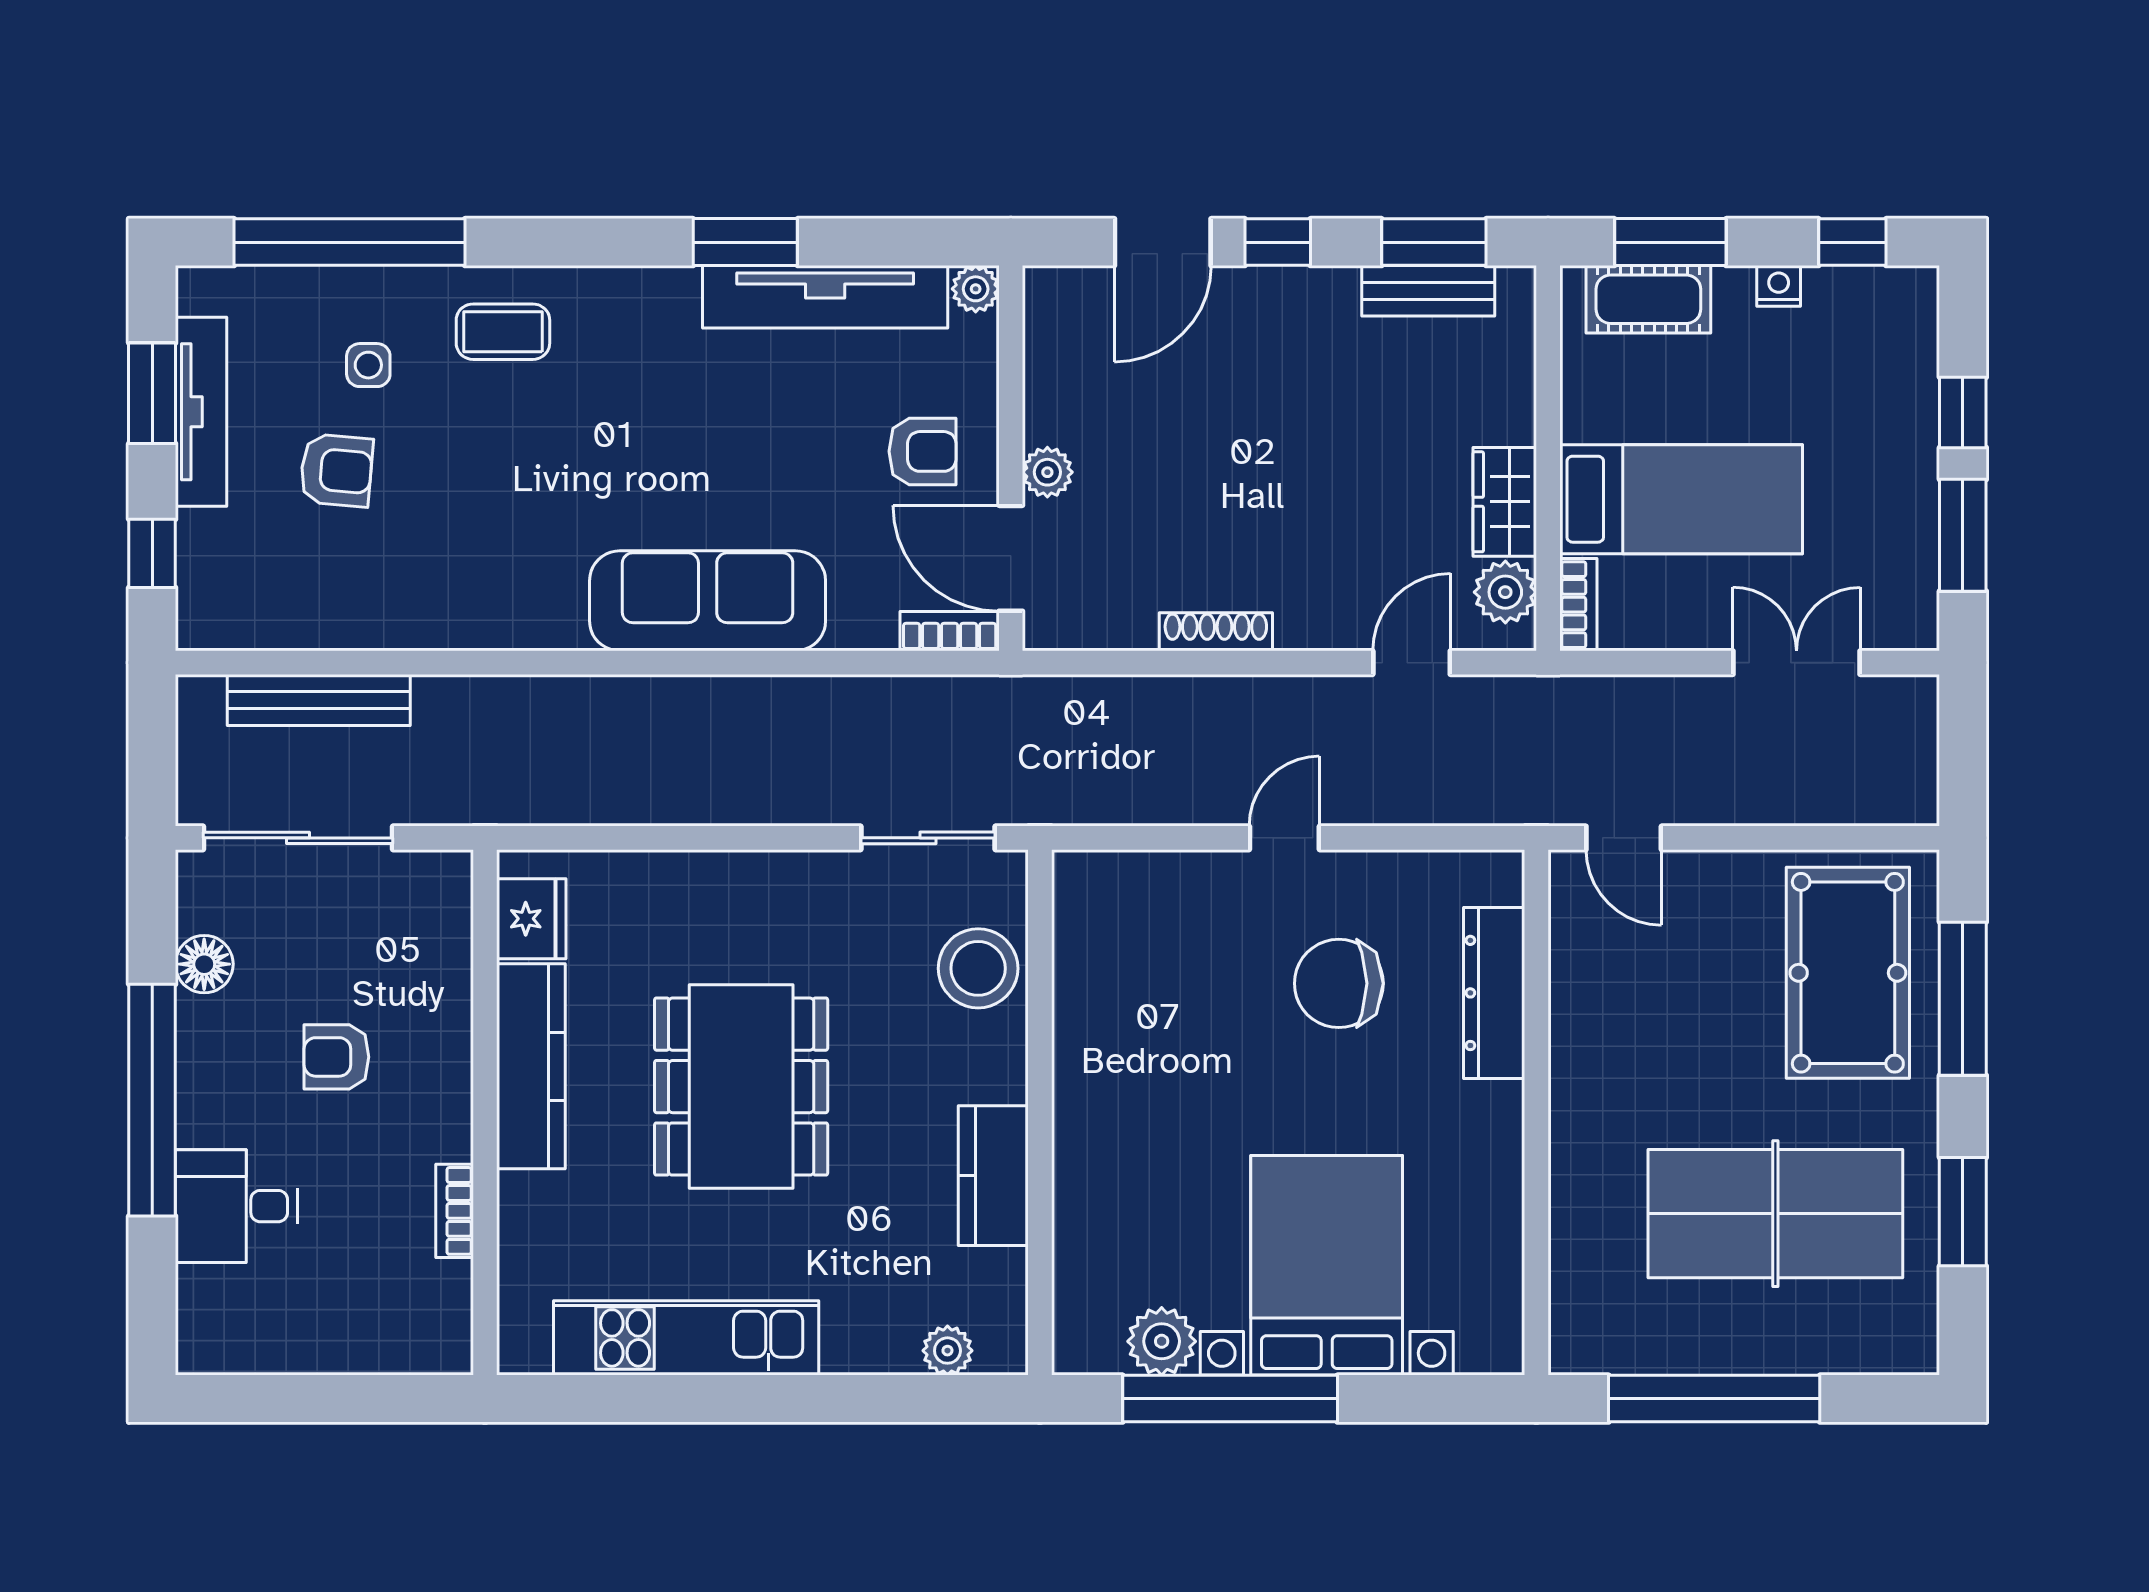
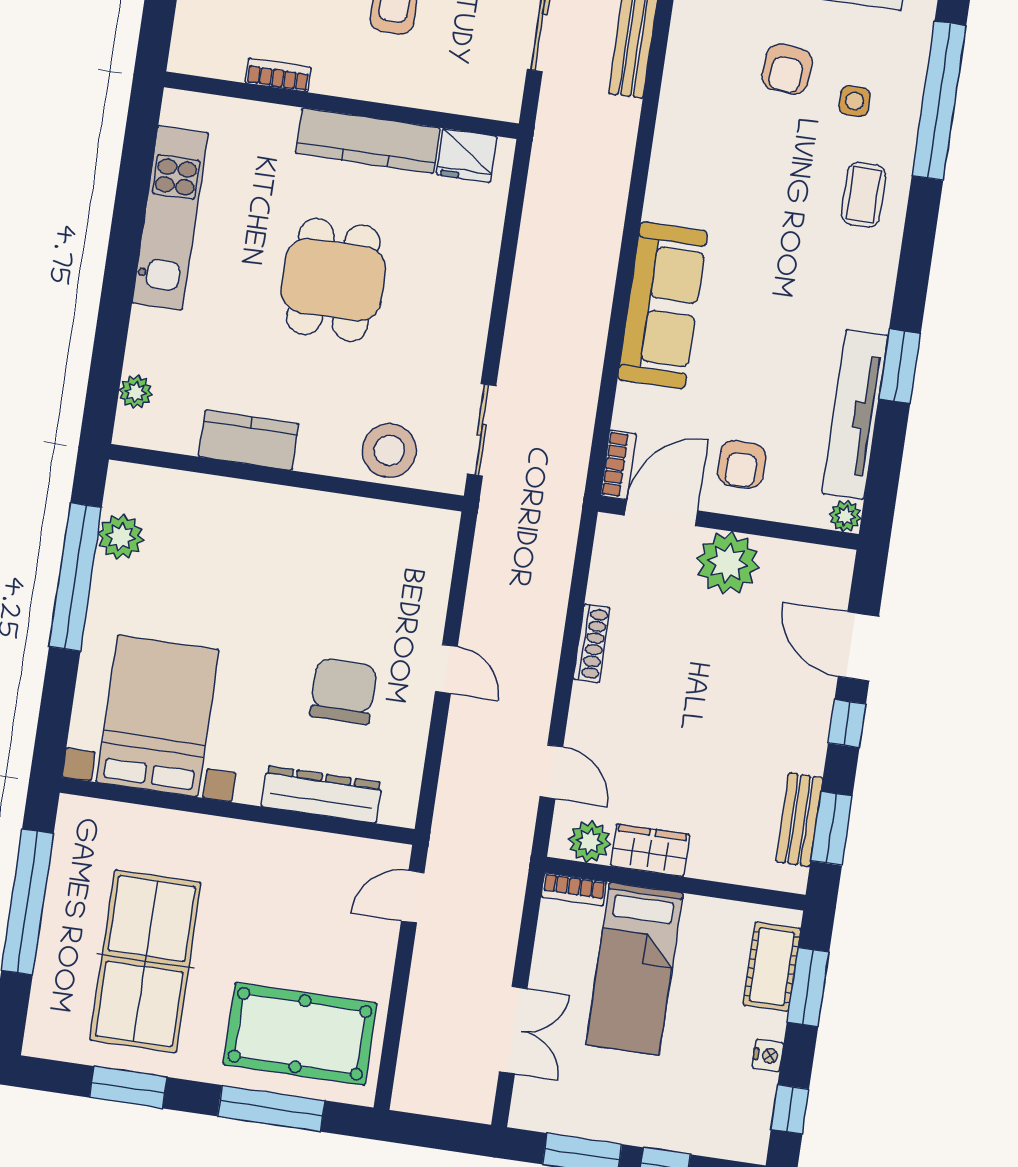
plant: (1047, 472) -> (728, 563), width x1.87, depth x1.87
dining table: (741, 1087) -> (333, 280), width x0.73
bed with nightstands: (1327, 1265) -> (158, 716), moved, turned -90

